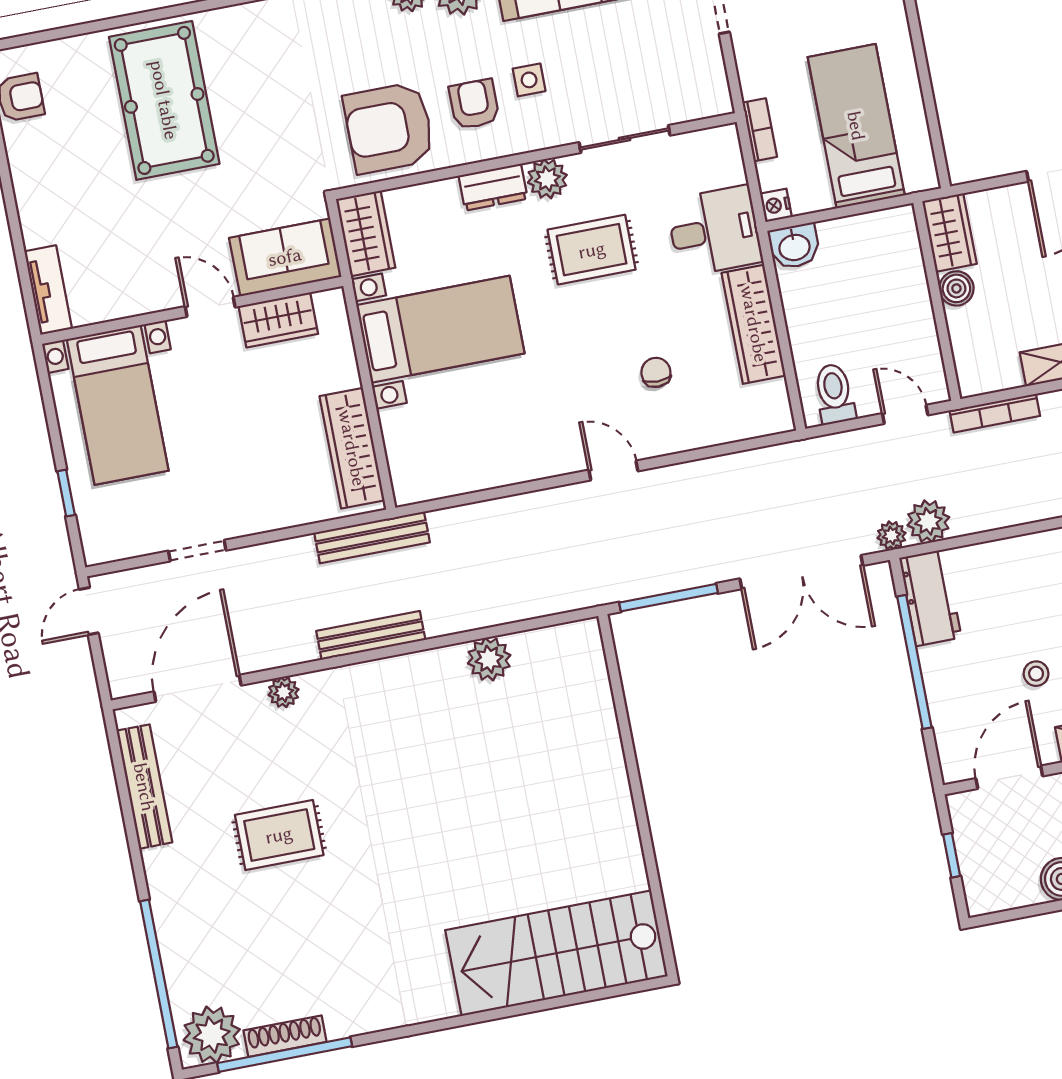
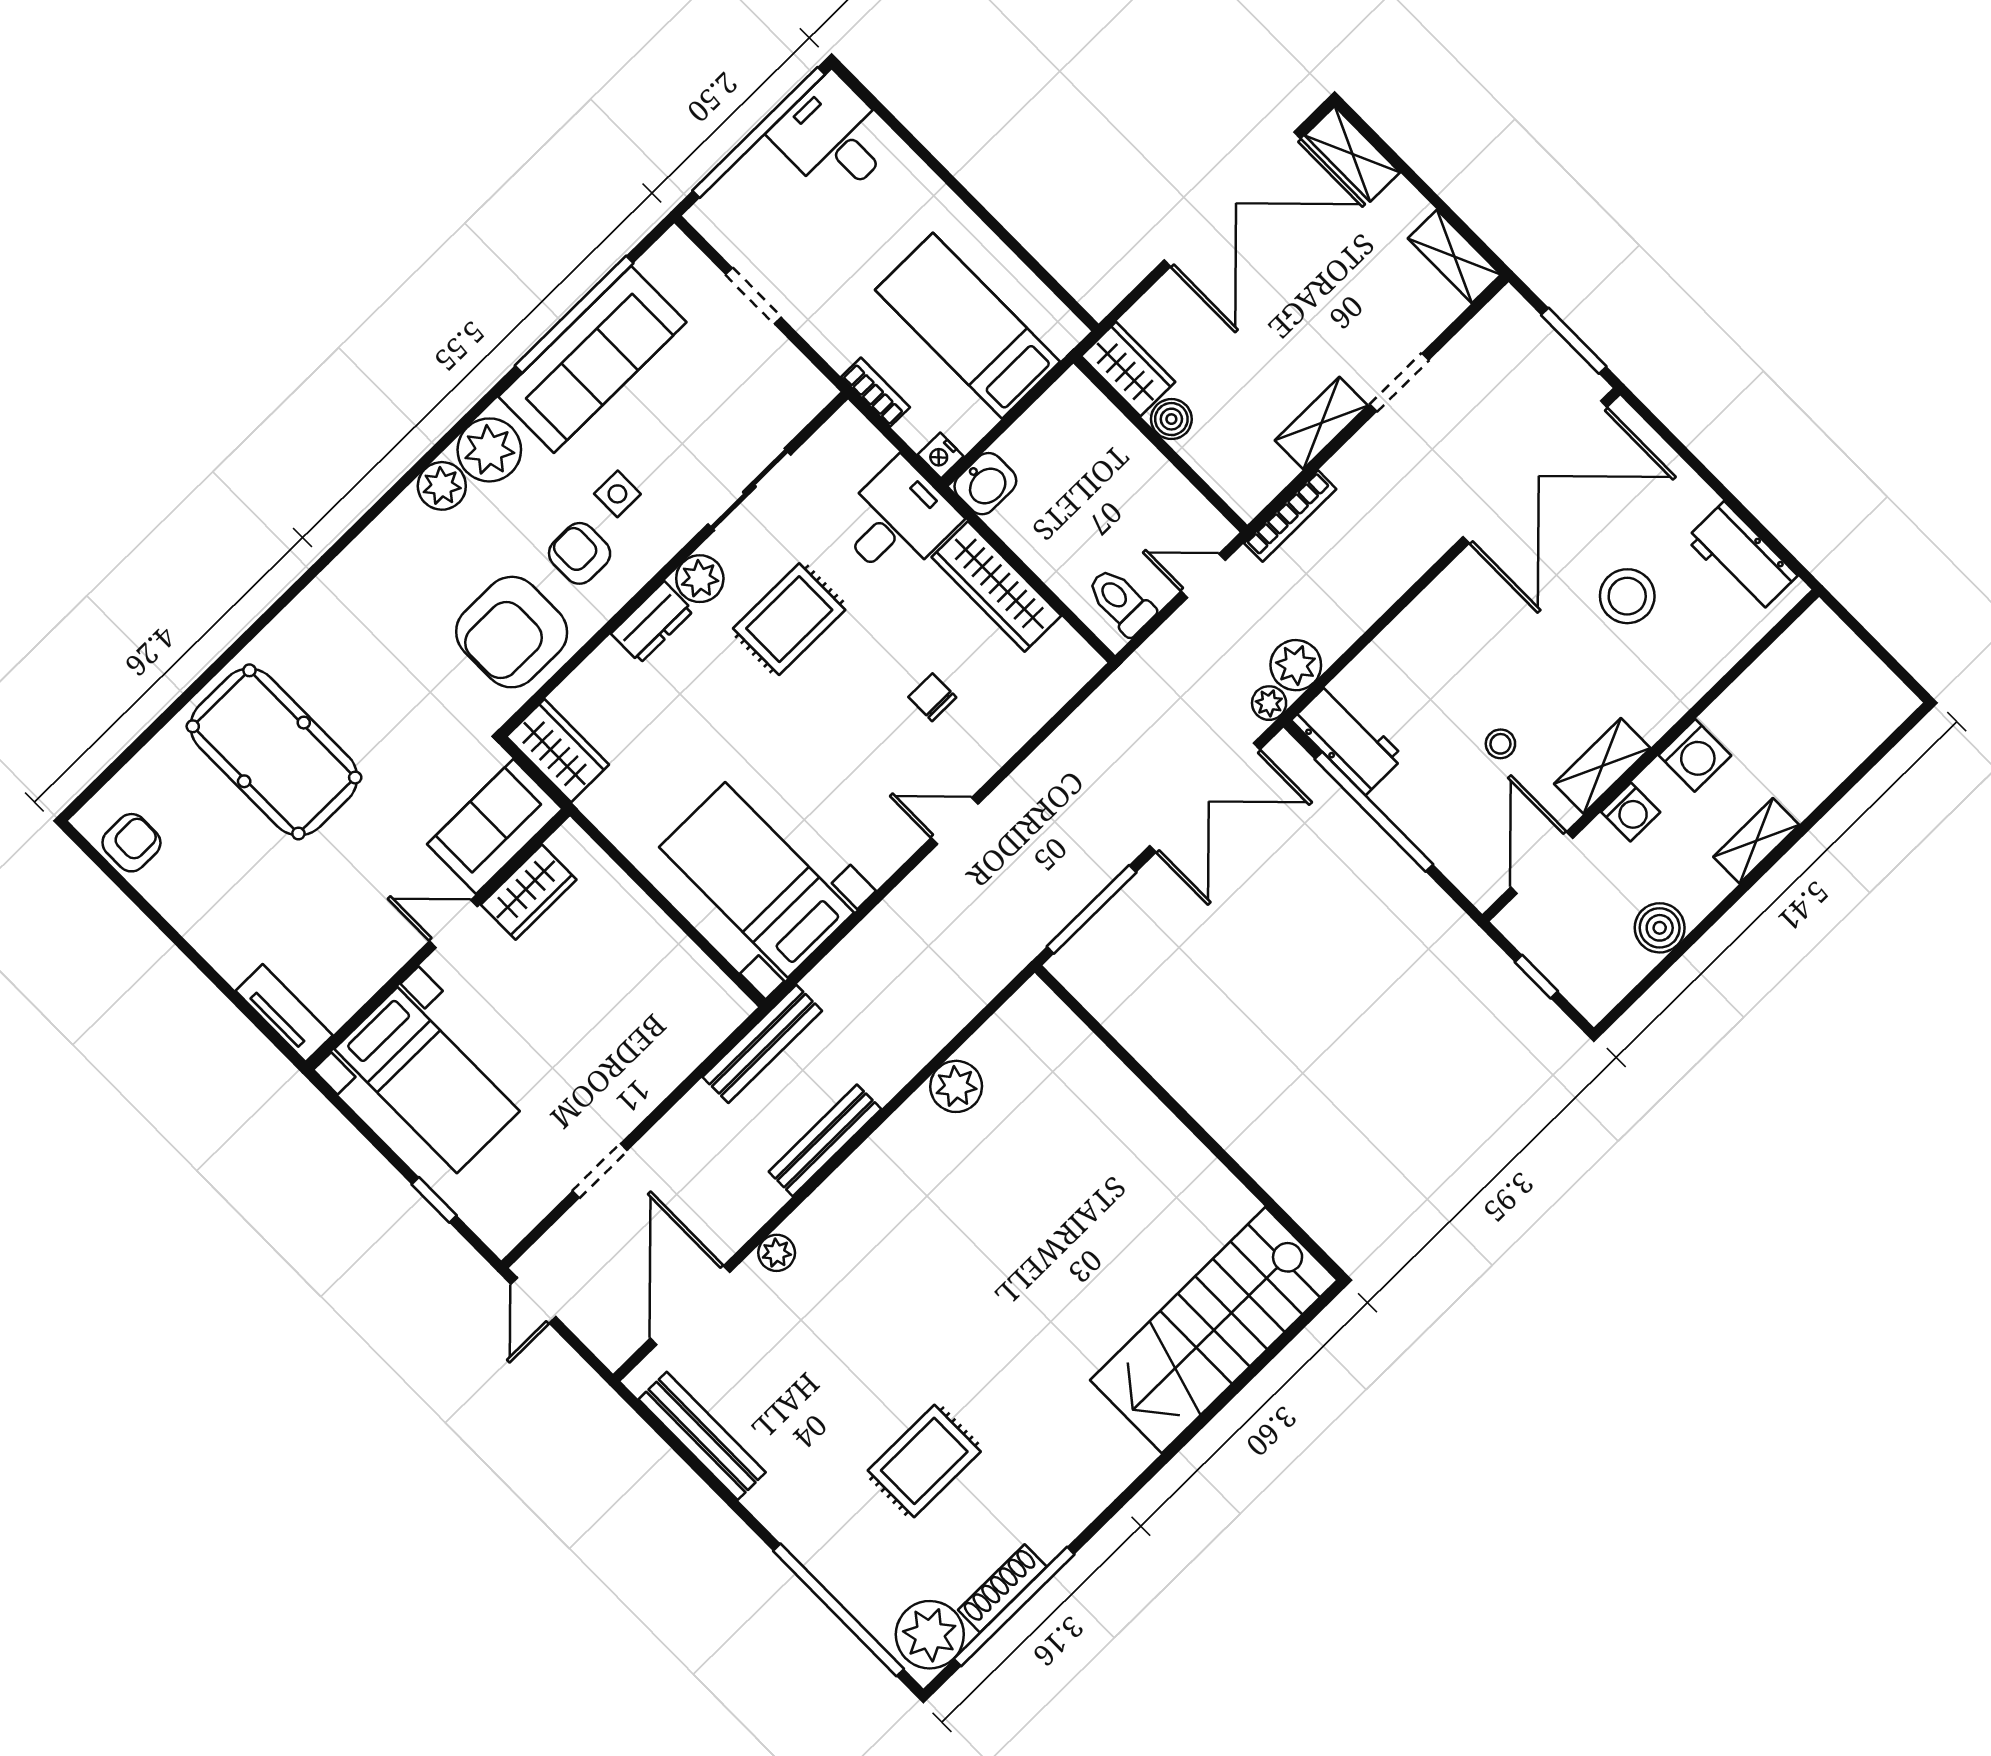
bed with nightstands: (440, 329) -> (756, 880), moved, turned -90
wardrobe: (352, 448) -> (685, 970), removed
rug: (279, 835) -> (924, 1461), moved

